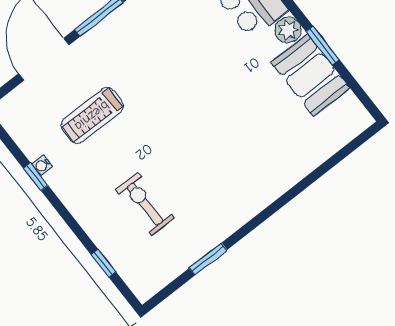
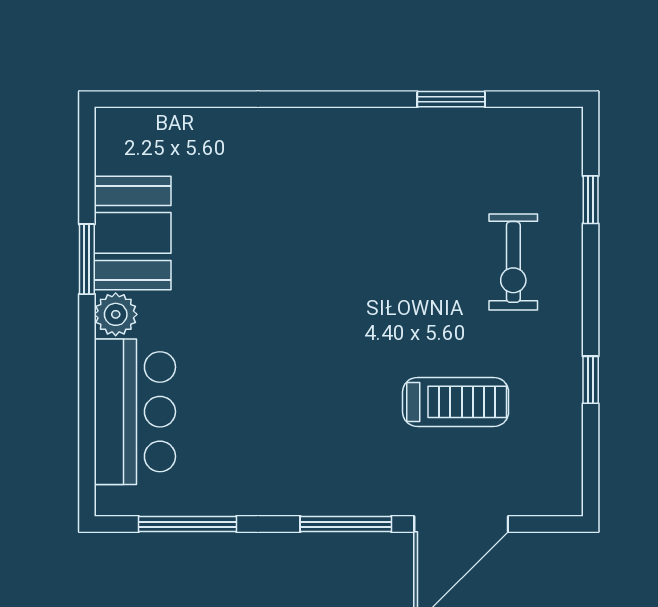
water cooler: (42, 165) -> (571, 389), removed
exercise bike: (145, 204) -> (513, 262), moved

